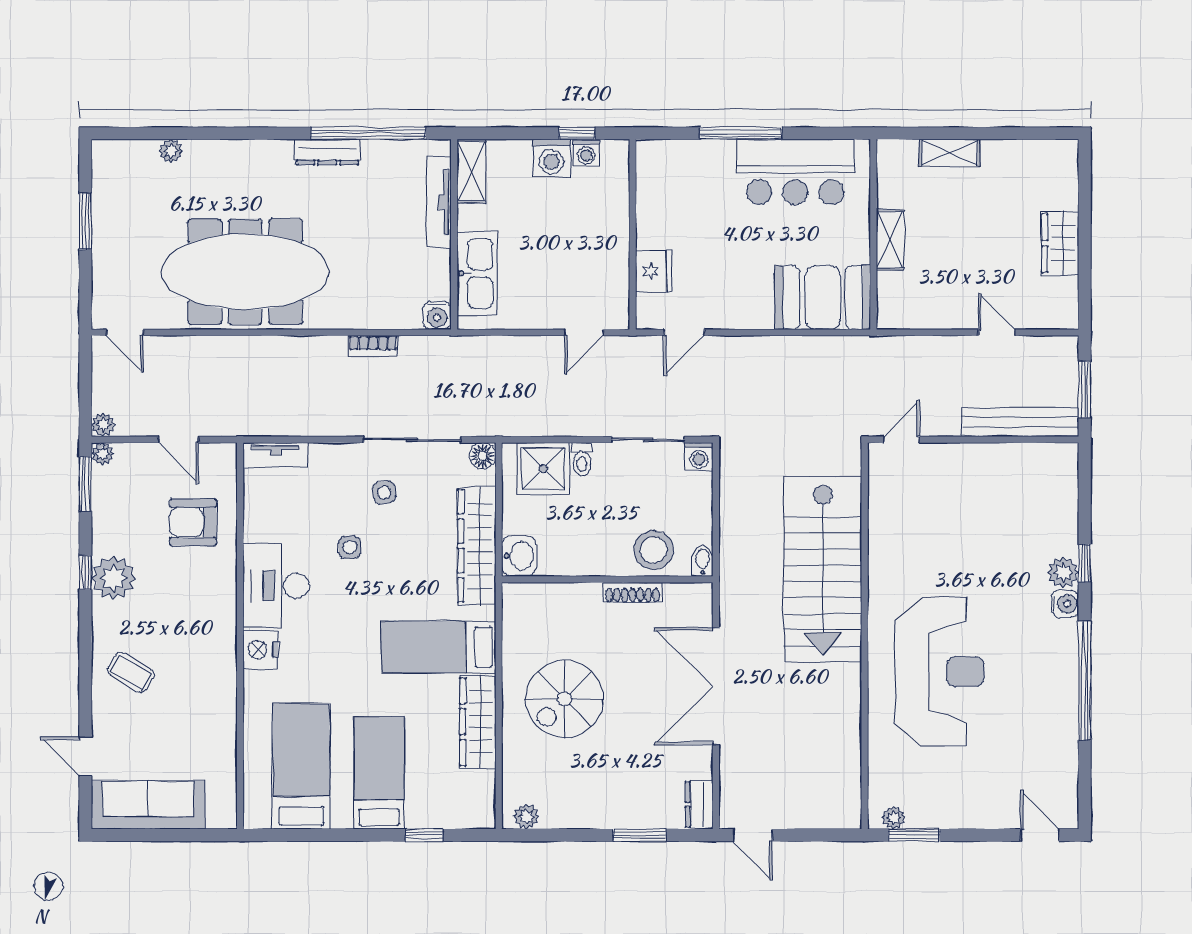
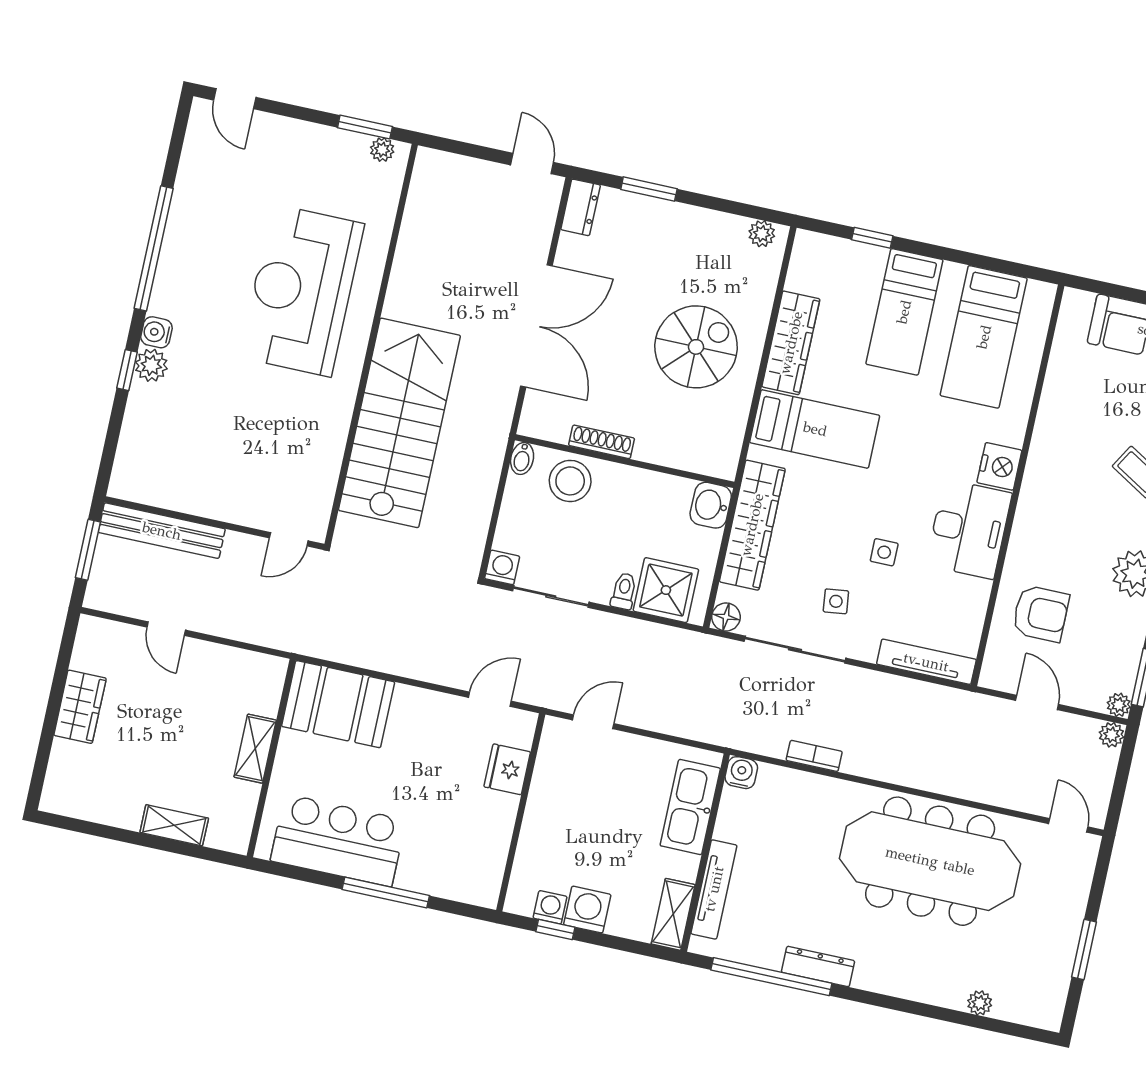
tv unit: (275, 455) -> (926, 662), width x1.41

